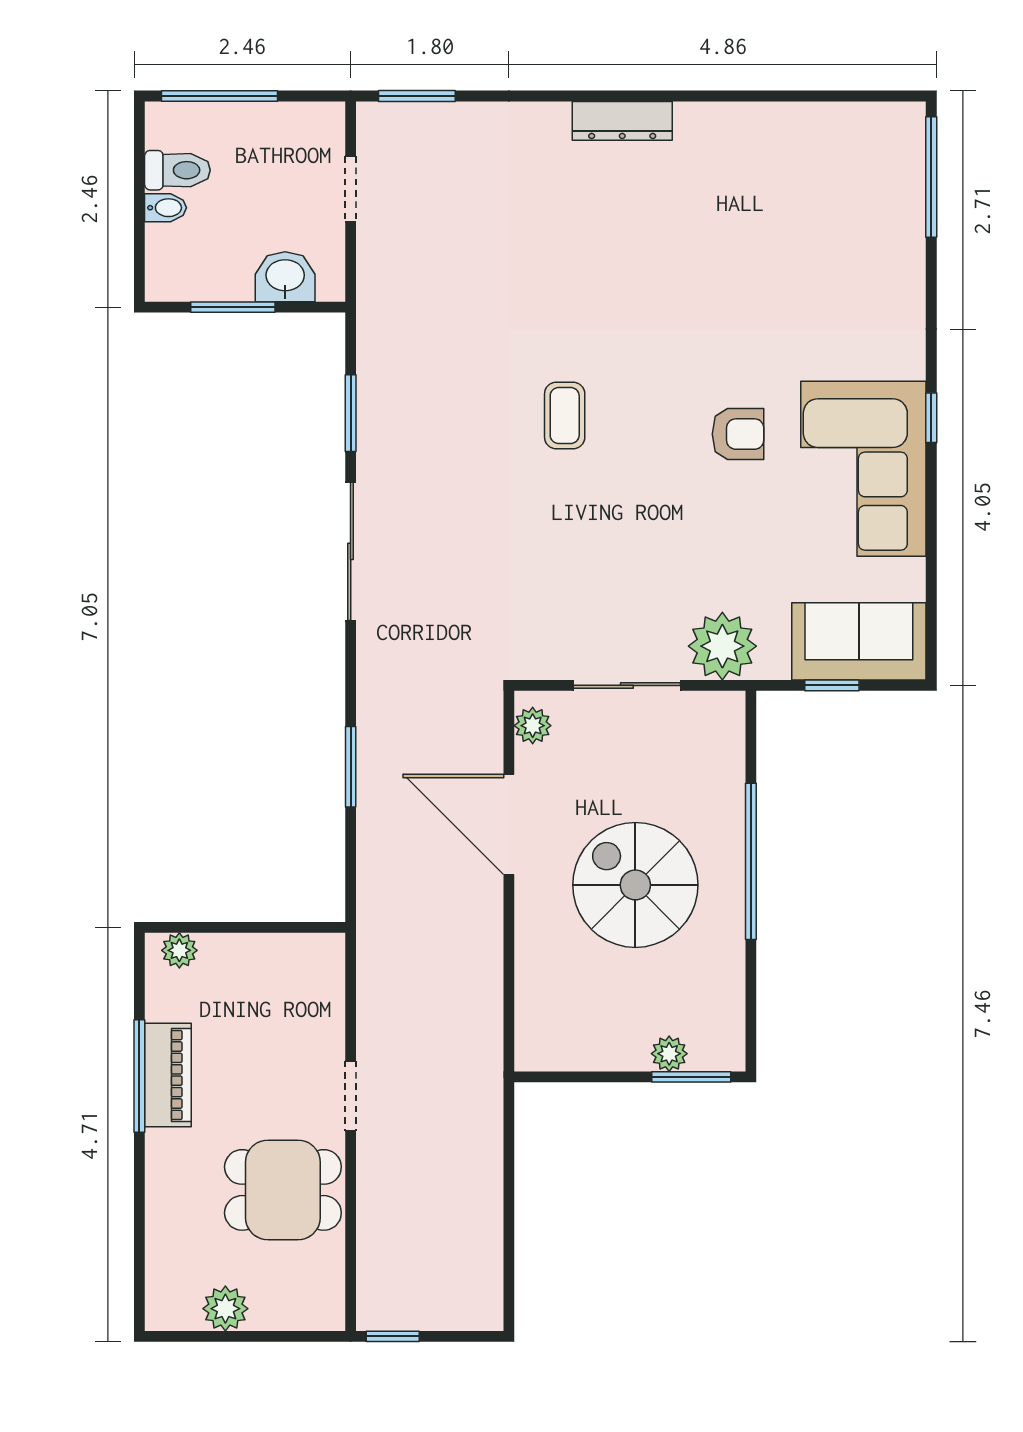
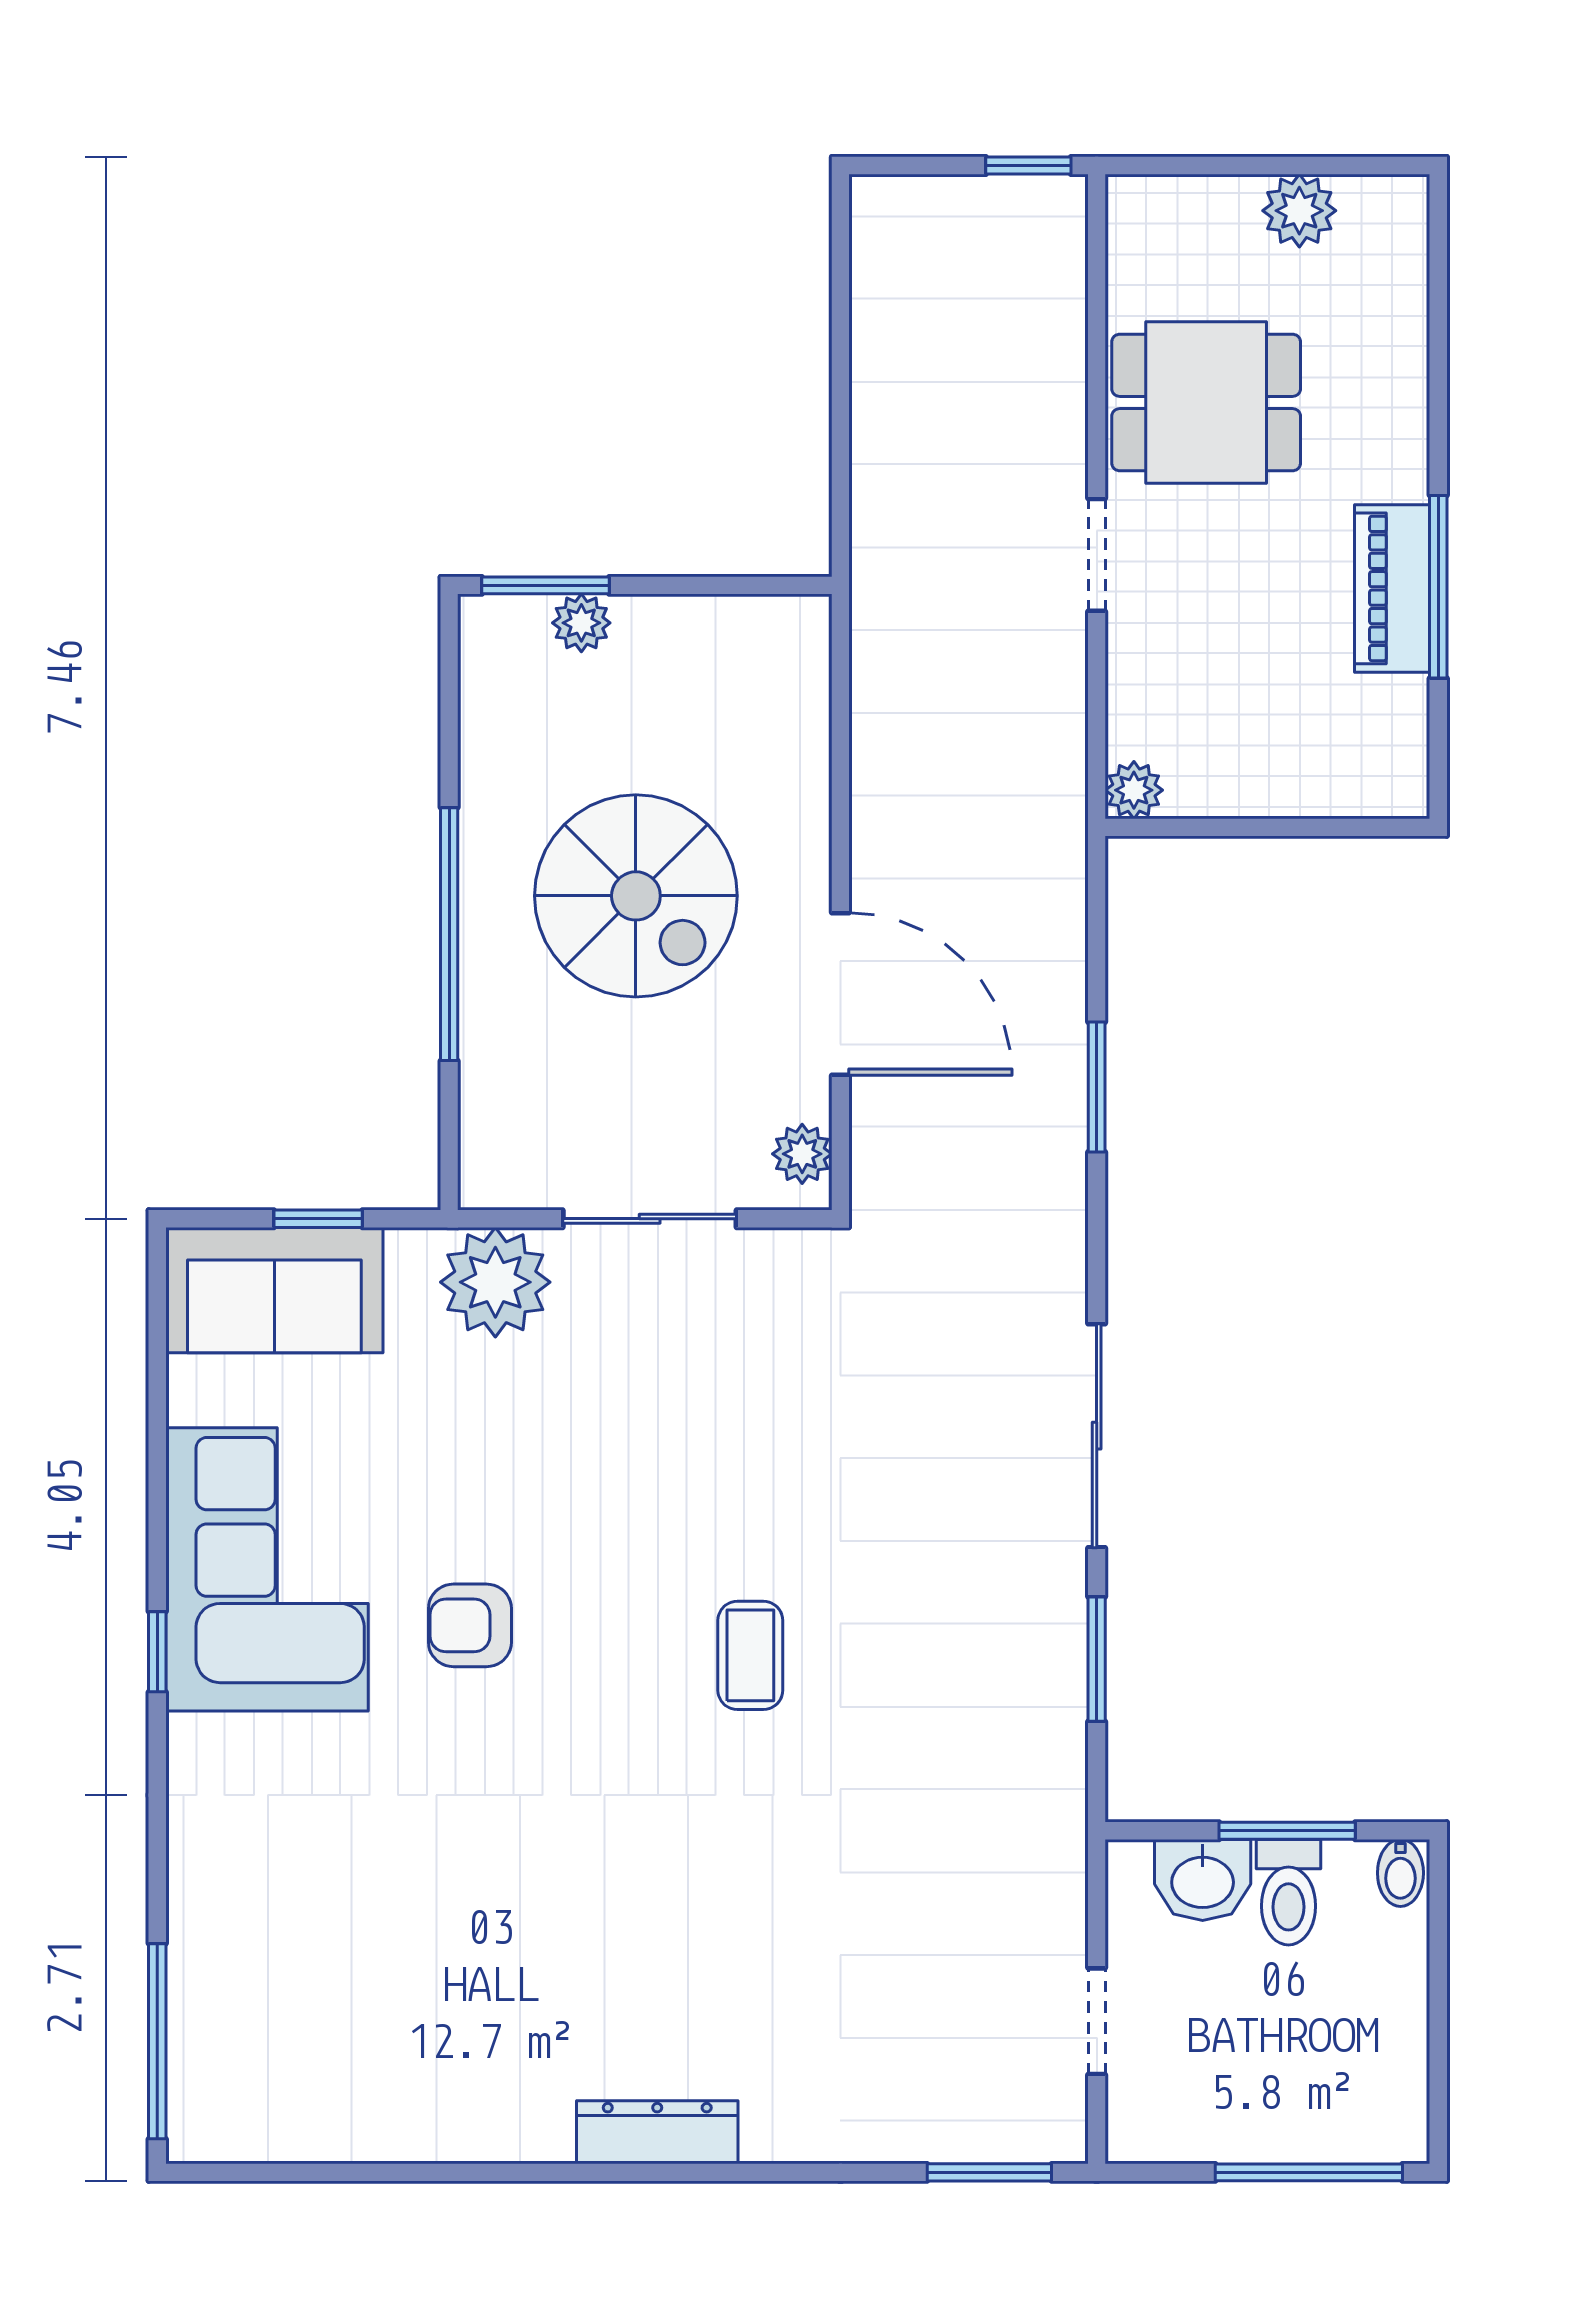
toilet: (177, 170) -> (1288, 1892), moved, turned -90
bidet: (166, 208) -> (1400, 1873), moved, turned -90
plant: (179, 950) -> (1134, 790), moved

